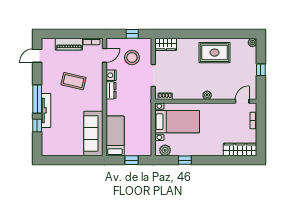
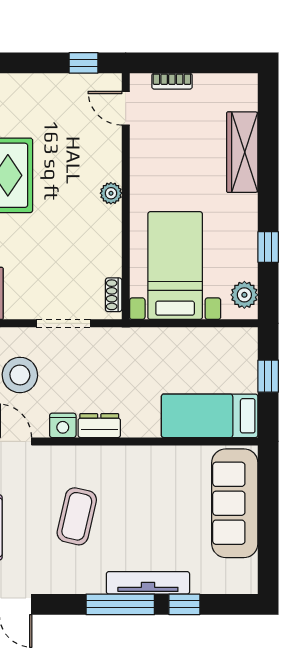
window: (261, 70) -> (84, 63), moved
sofa: (93, 133) -> (235, 503), moved, turned 90
wardrobe: (240, 149) -> (242, 152), moved

